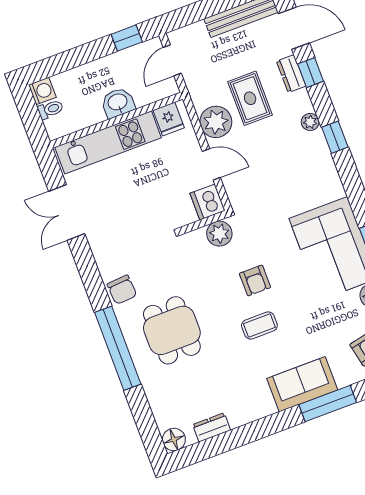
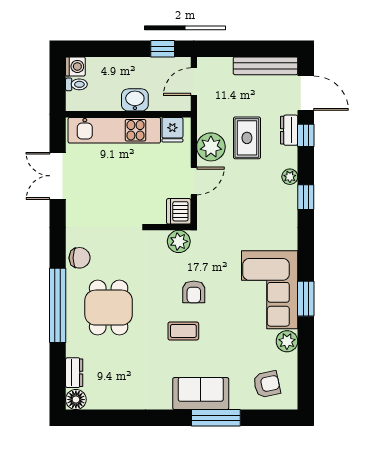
door: (211, 164) -> (194, 181), hinge flipped
chair: (122, 290) -> (80, 258), turned -86
dresser: (212, 427) -> (74, 373), moved, turned 90

